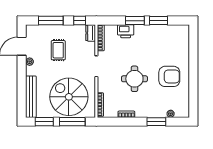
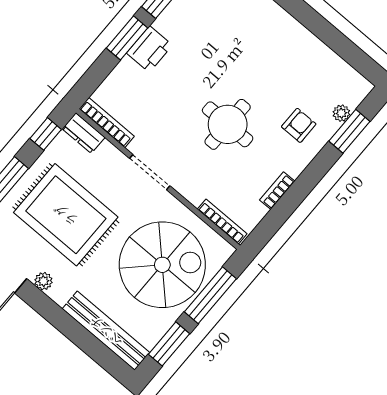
printer: (126, 31) -> (149, 49), moved
rug: (58, 50) -> (66, 215), width x1.86, depth x2.06
armchair: (169, 76) -> (299, 125), moved, width x0.53, depth x0.53
spiral stairs: (69, 97) -> (162, 265), turned 180
window: (156, 122) -> (349, 131), moved

